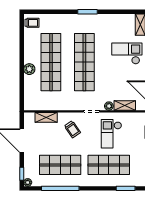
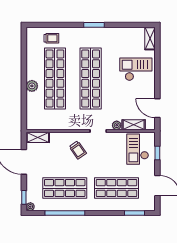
trolley: (32, 23) -> (51, 38), moved
shelving: (46, 117) -> (38, 137), moved
checkout: (111, 134) -> (138, 149), moved

